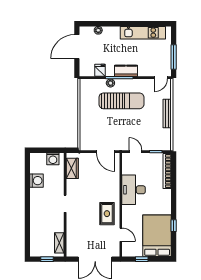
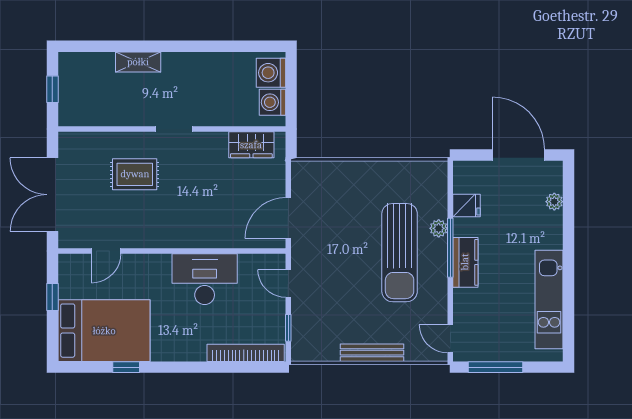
door: (136, 152) -> (288, 283), swing flipped
washing machine: (37, 181) -> (271, 73), moved, turned 90
rug: (107, 214) -> (135, 174), moved
shelving: (59, 243) -> (138, 62), moved

